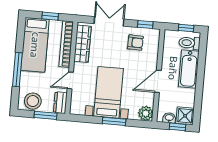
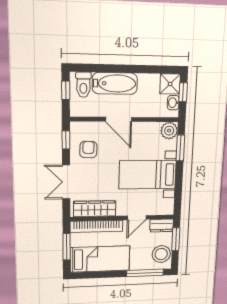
window: (50, 16) -> (67, 247), width x1.50
window: (17, 70) -> (145, 273), moved
door: (70, 80) -> (137, 218), hinge flipped
door: (158, 81) -> (119, 119), moved
window: (114, 121) -> (180, 148), moved

